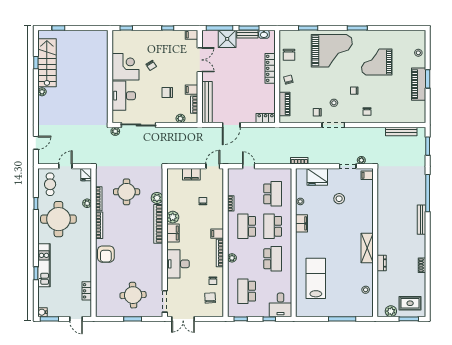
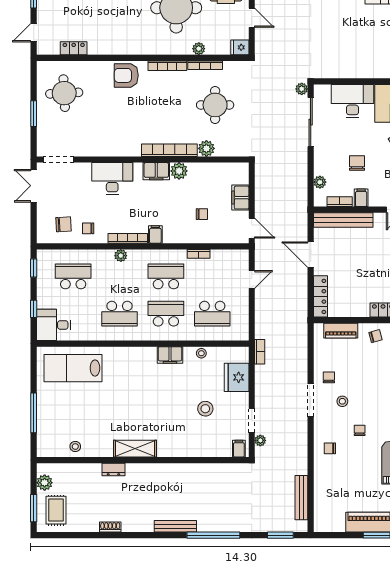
locker: (266, 118) -> (320, 296), width x1.53
lab bench: (316, 278) -> (73, 368), moved, turned 180
round table: (133, 295) -> (64, 93), moved

